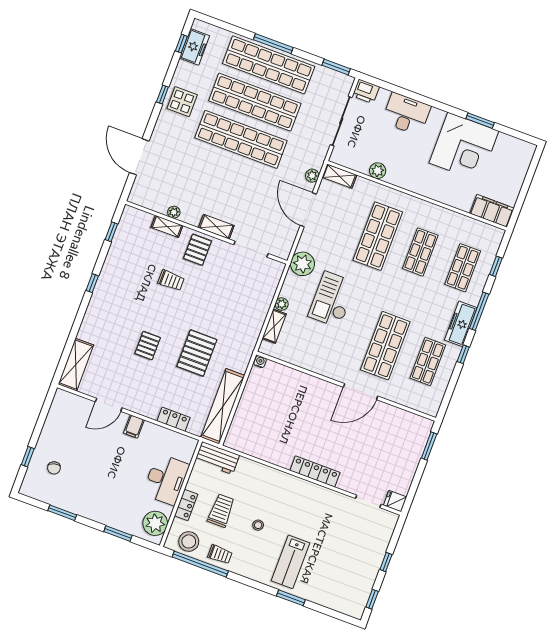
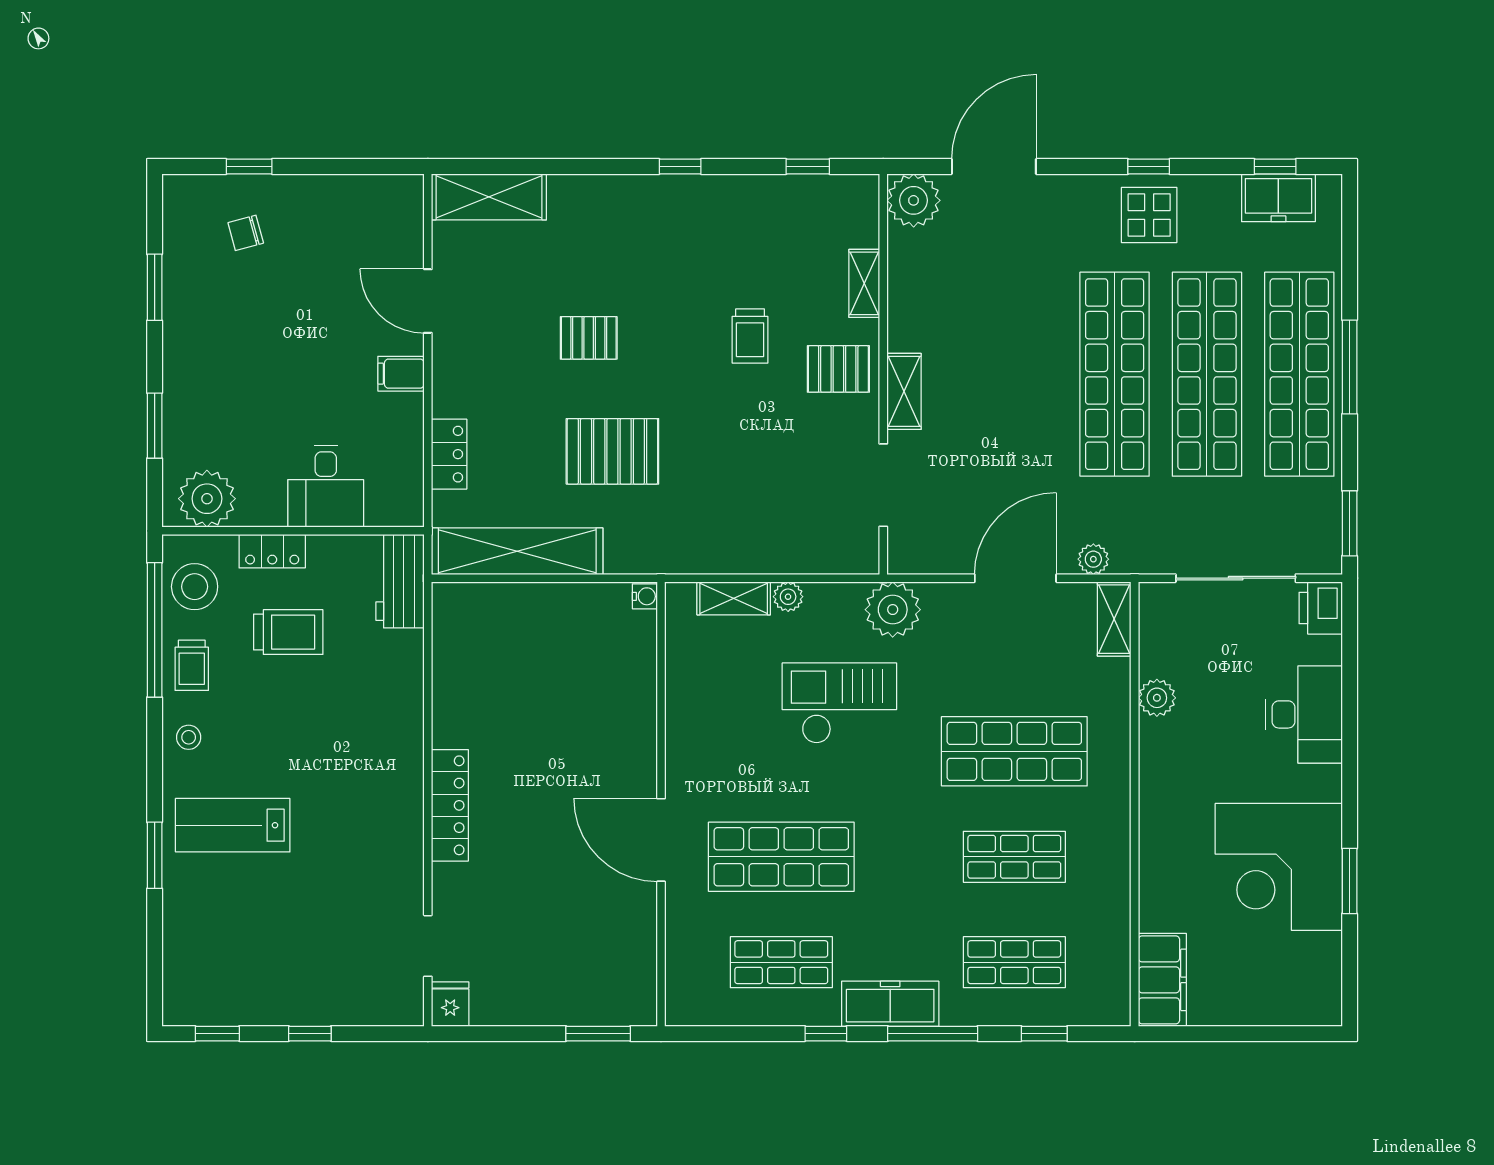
plant: (174, 212) -> (914, 200), moved, width x1.88, depth x1.88
desk: (166, 479) -> (326, 486), width x0.73
stool: (258, 525) -> (189, 737), moved

